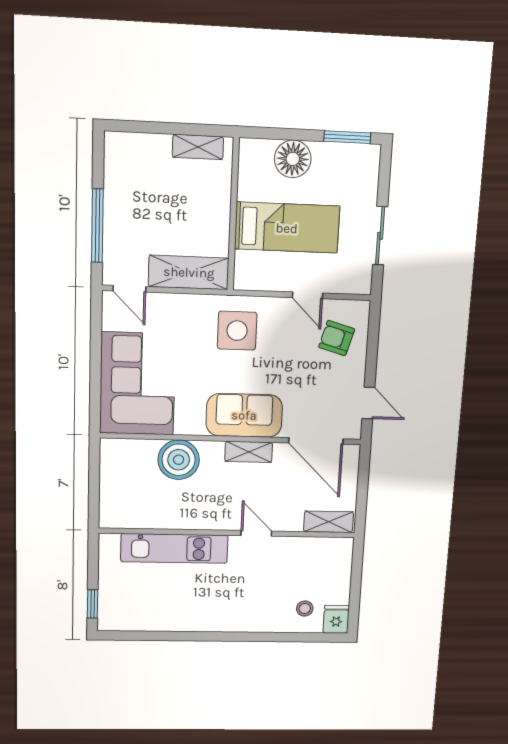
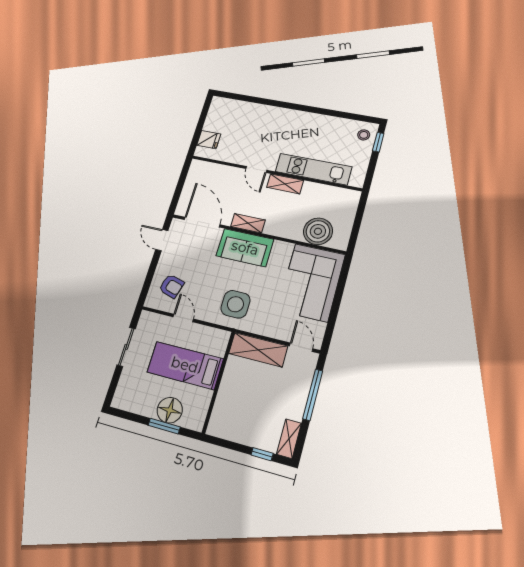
window: (147, 127) -> (262, 454), added
window: (347, 137) -> (164, 426), moved
shelving: (198, 147) -> (289, 439), moved, turned 90
boiler: (179, 460) -> (318, 231), moved
shelving: (329, 522) -> (285, 184), moved
stool: (305, 609) -> (364, 135), moved
fridge: (336, 619) -> (209, 140), moved, turned -90

